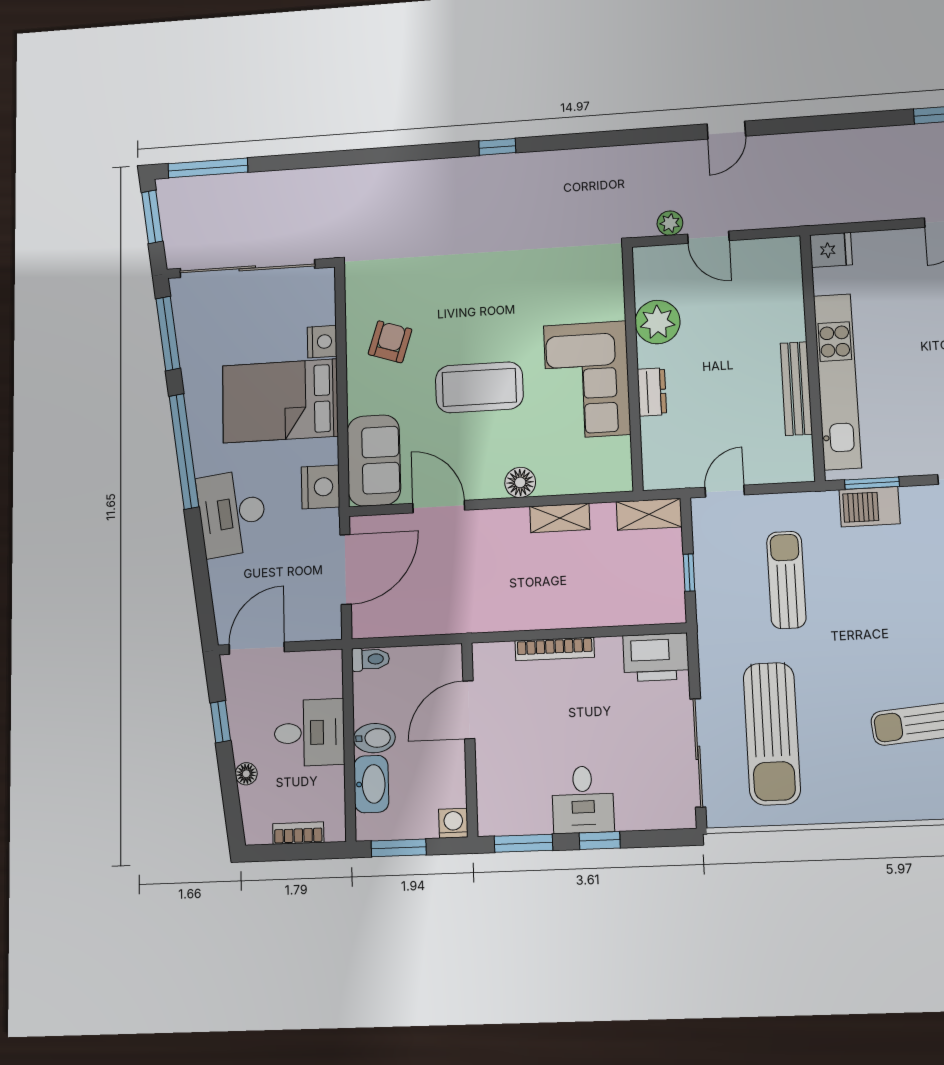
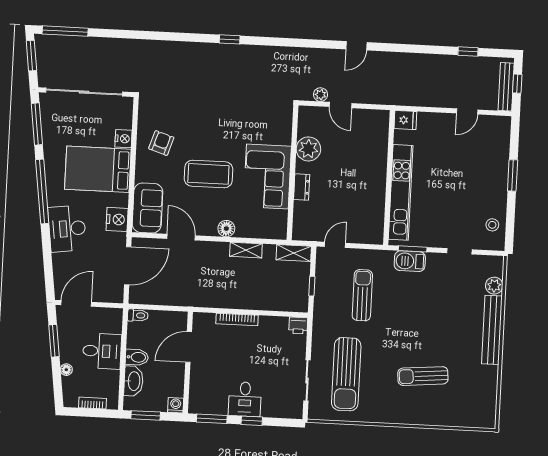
bench: (796, 389) -> (379, 194), removed
printer: (656, 657) -> (298, 325), width x0.53, depth x0.68
window: (220, 722) -> (54, 341), width x1.50
sliding door: (698, 753) -> (307, 381), width x0.73

